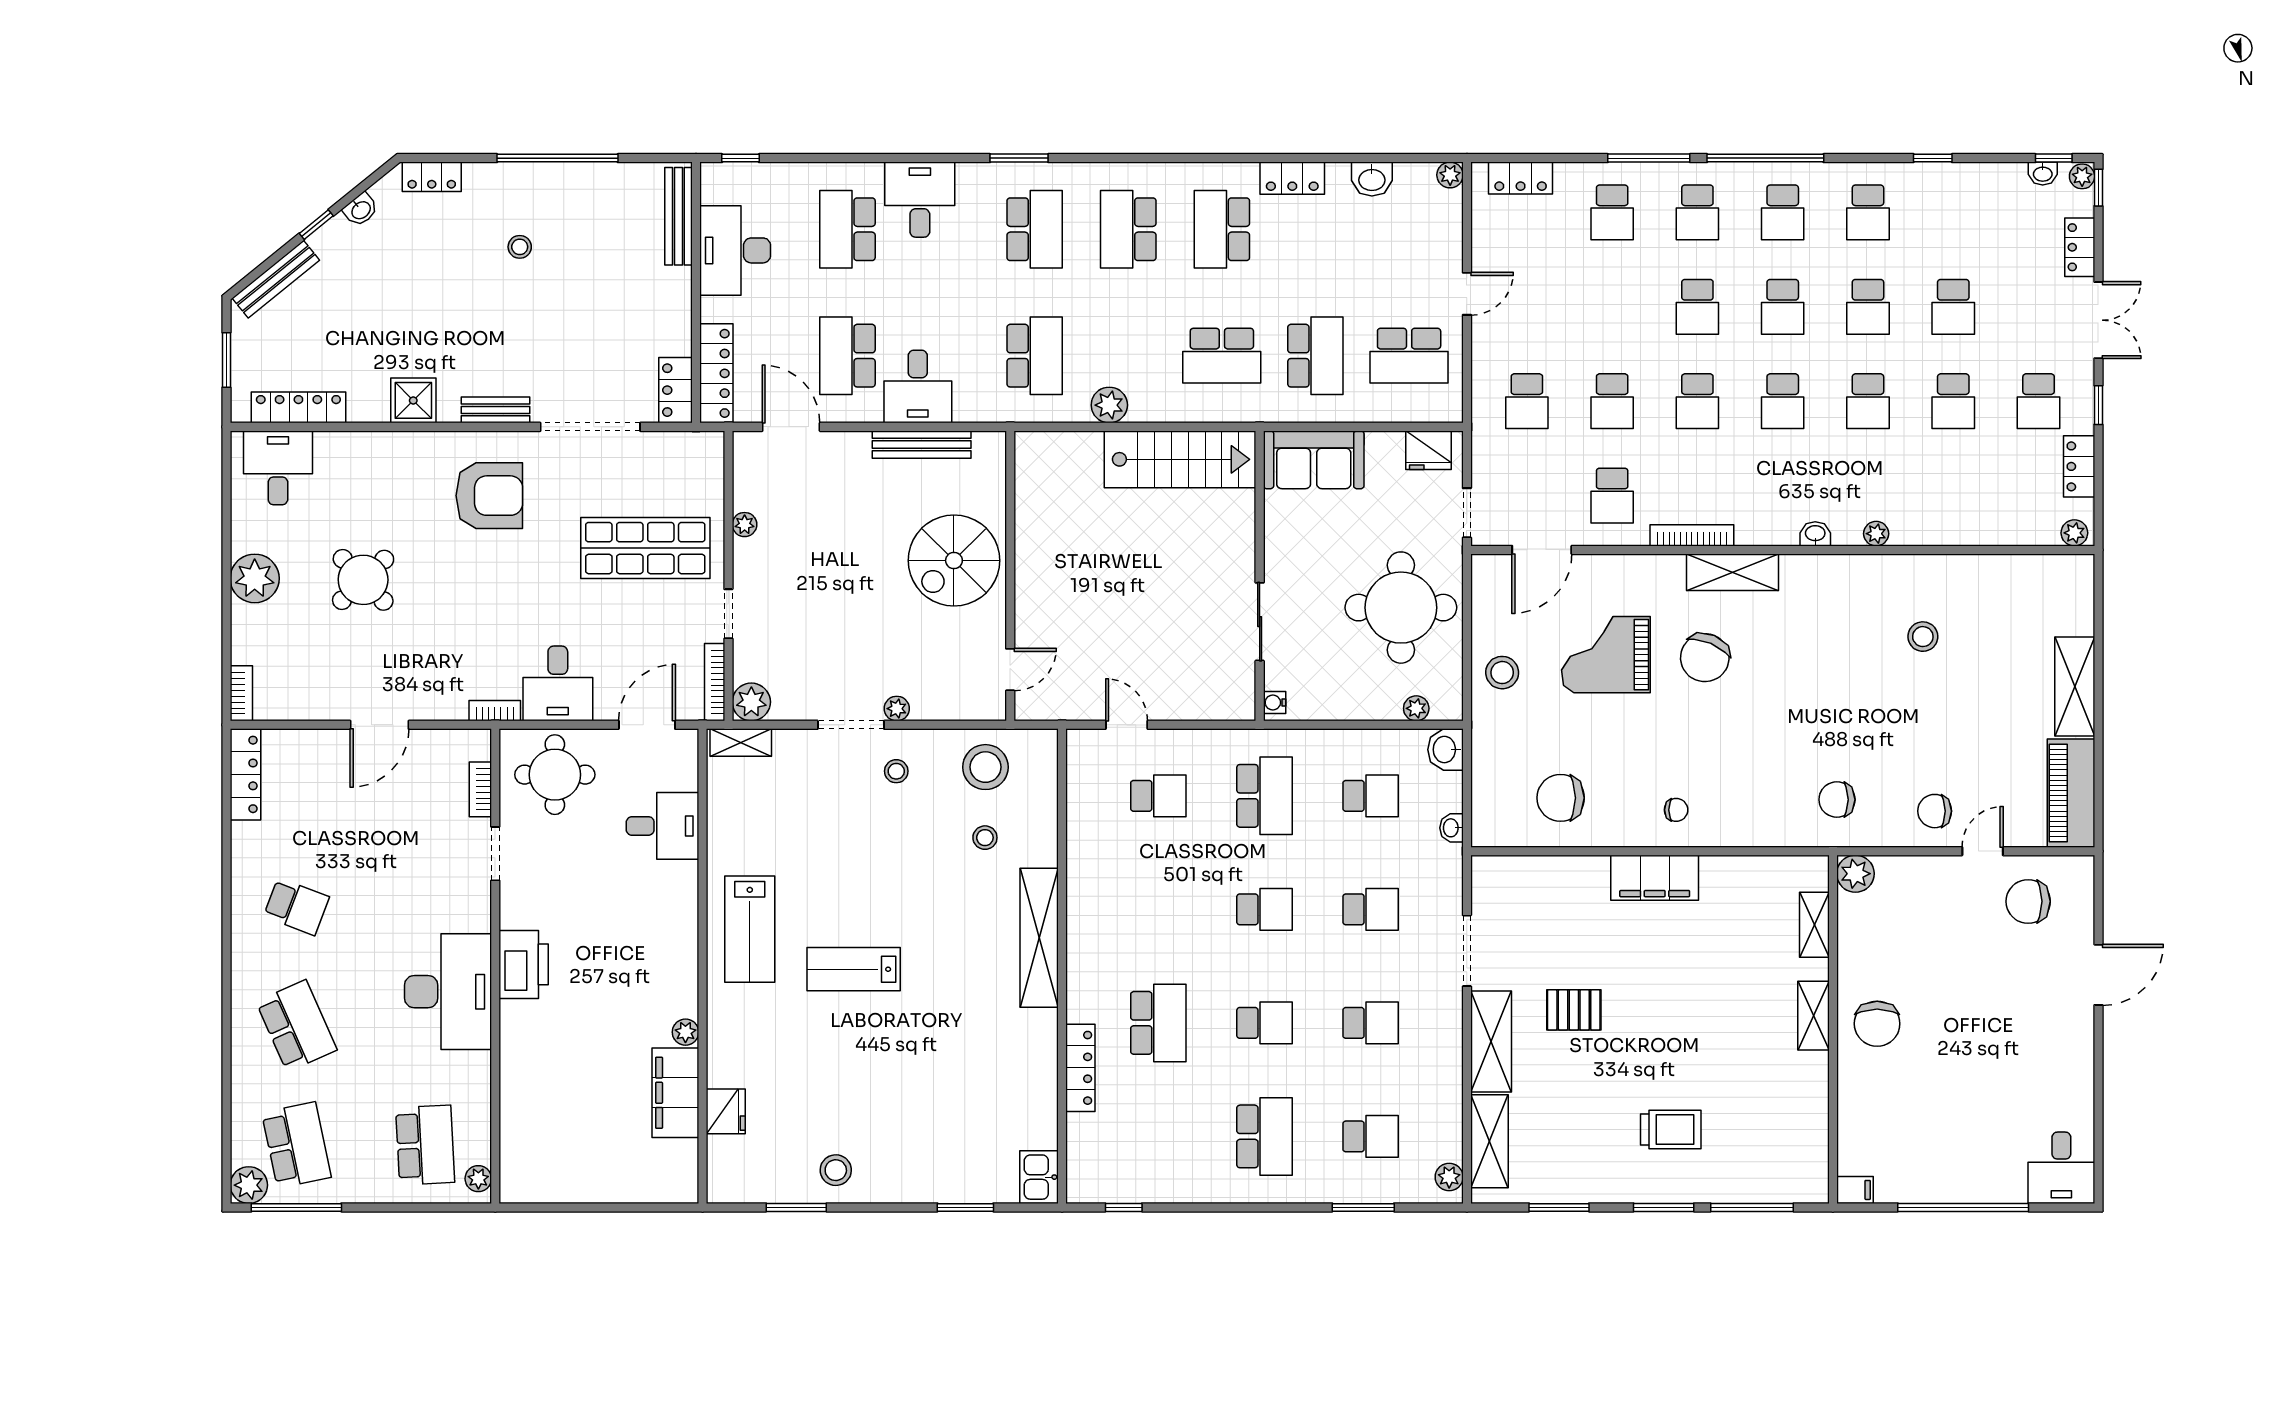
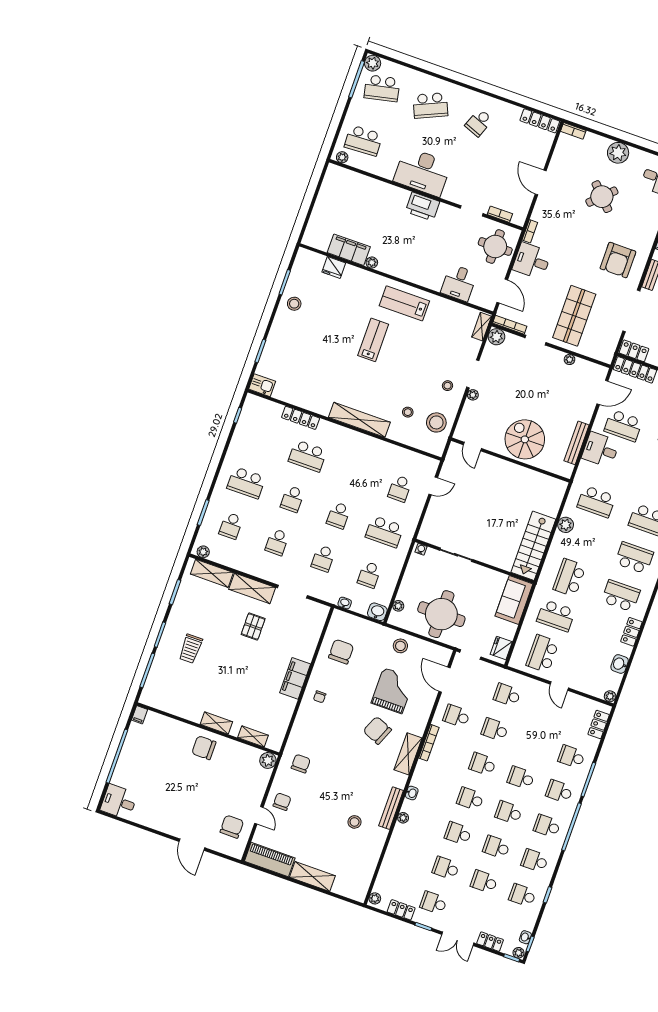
school desk: (1953, 212) -> (522, 895), added
school desk: (848, 356) -> (623, 426), turned 180
bench: (1864, 567) -> (391, 808), added

